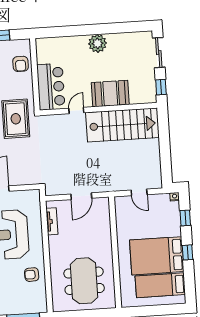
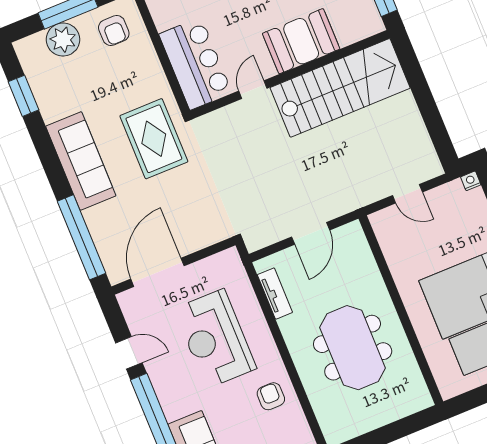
armchair: (21, 64) -> (114, 30), moved
armchair: (32, 275) -> (271, 396), turned 92
meeting table: (84, 281) -> (353, 348), moved

